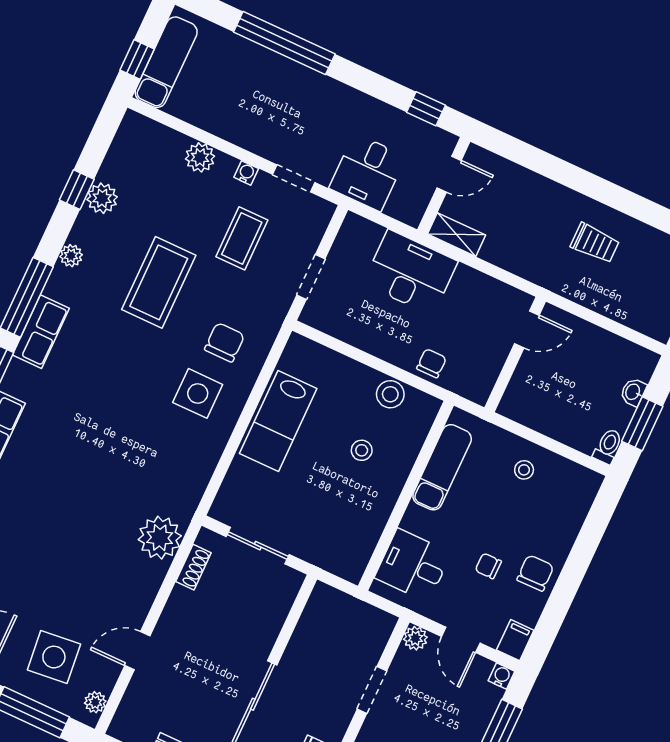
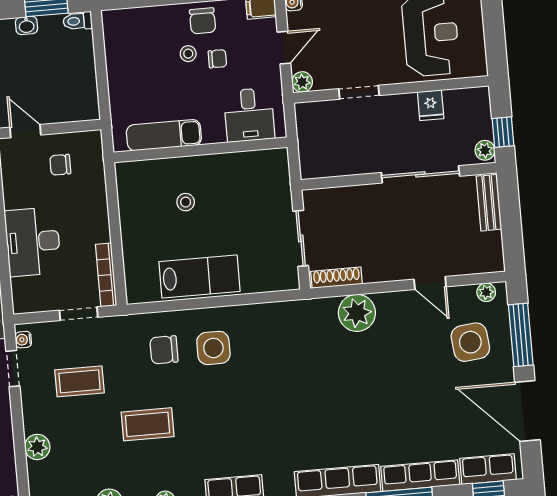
water cooler: (246, 173) -> (23, 340), moved
coffee table: (159, 282) -> (148, 424), width x0.73, depth x0.76
bookcase: (334, 327) -> (106, 275), added
chair: (431, 363) -> (60, 165), moved
stool: (390, 394) -> (132, 205), removed
stool: (524, 470) -> (188, 54), moved
plant: (160, 538) -> (357, 313), moved
chair: (488, 566) -> (217, 59), turned -90
shoe rack: (193, 567) -> (337, 278), width x1.43
chair: (535, 573) -> (203, 21), turned -89

